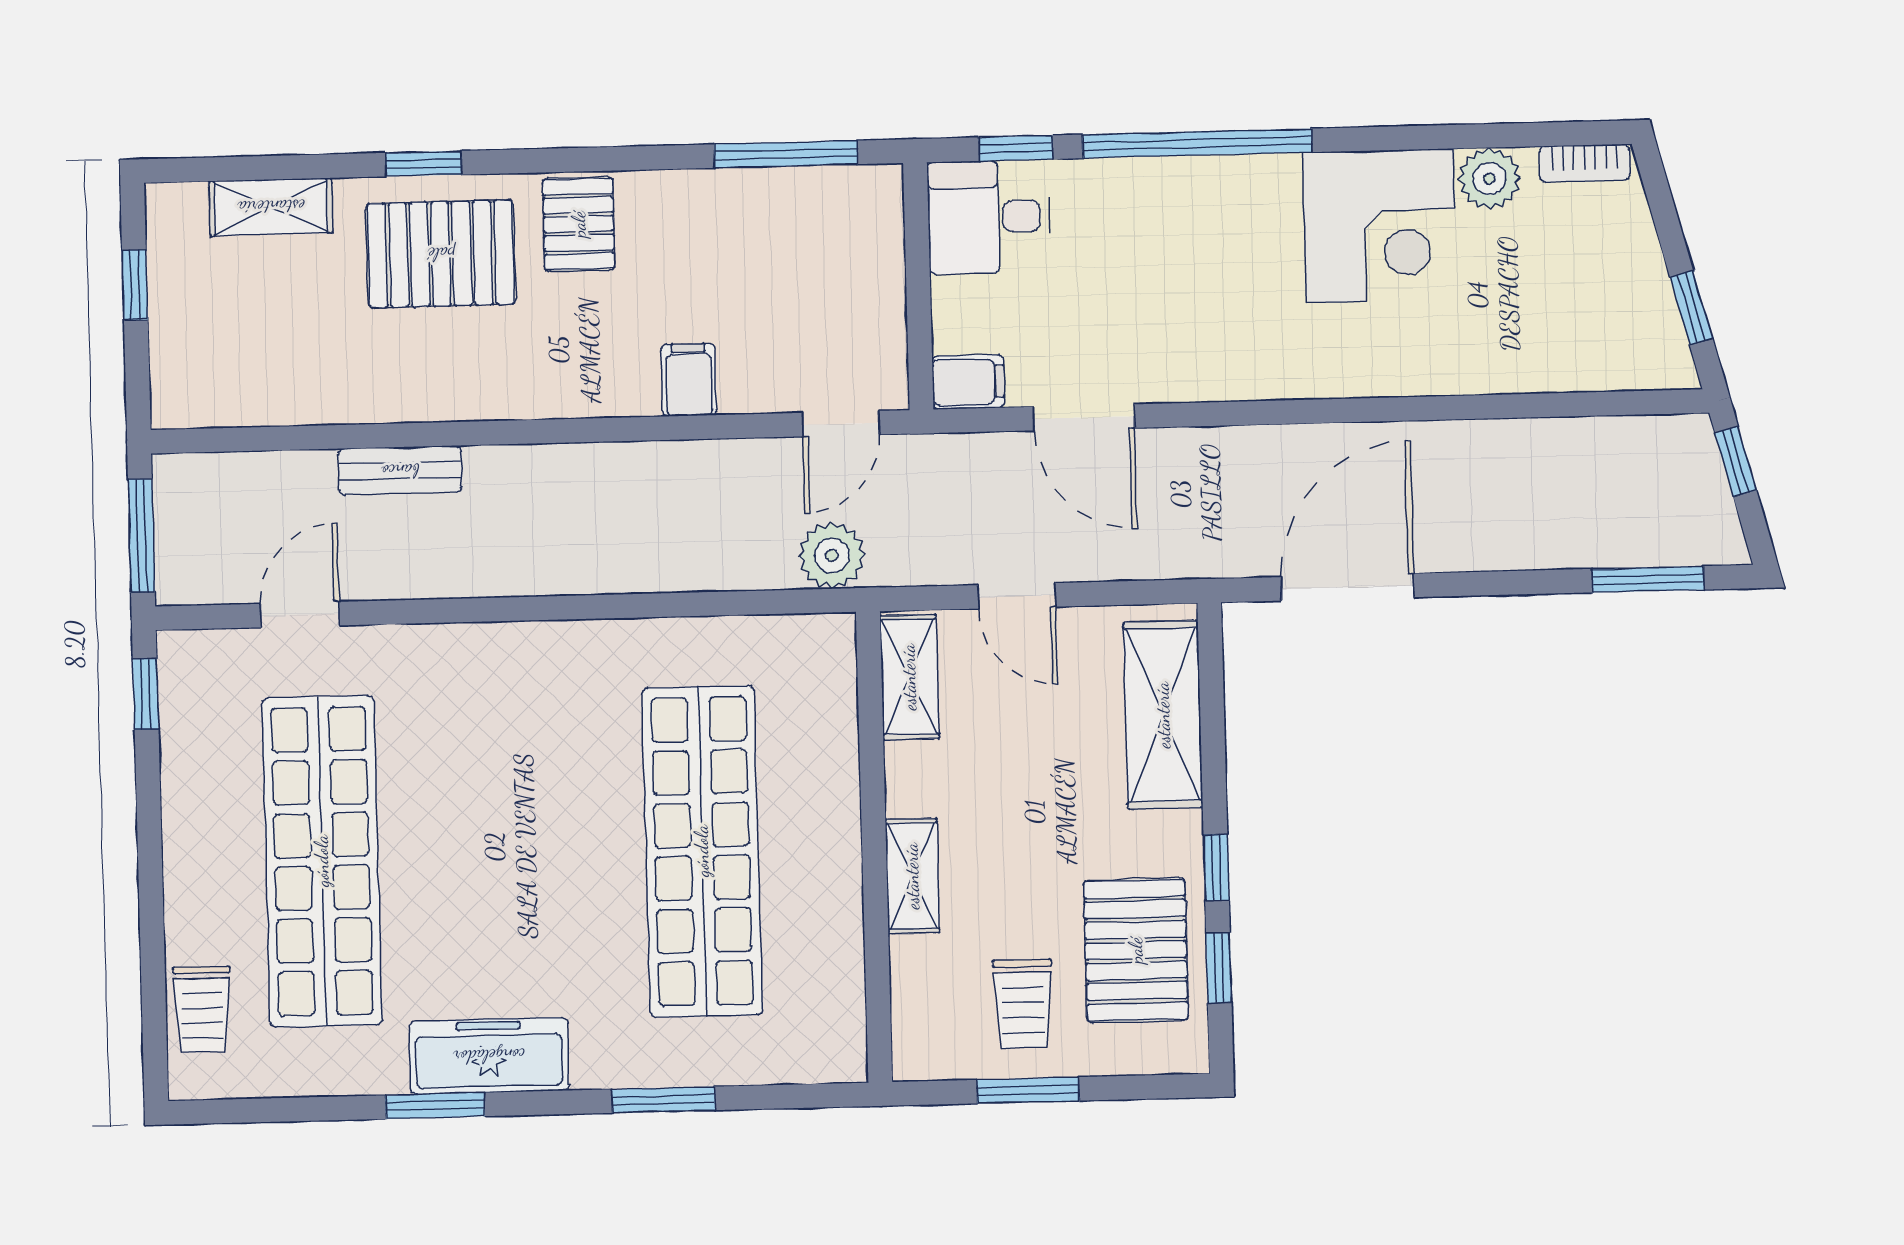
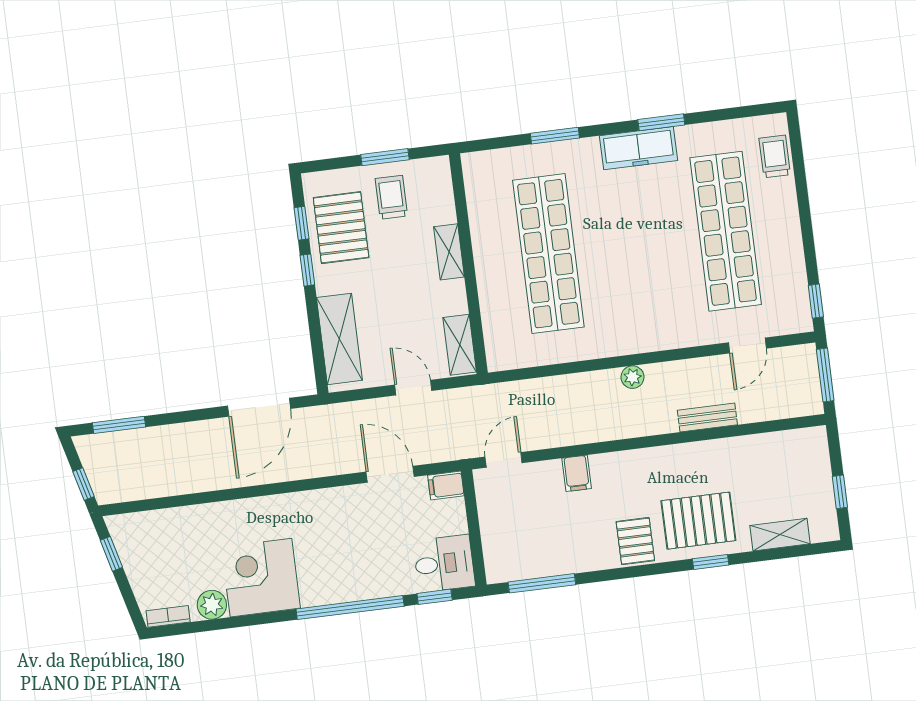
plant: (832, 555) -> (632, 377), moved, width x0.73, depth x0.73

